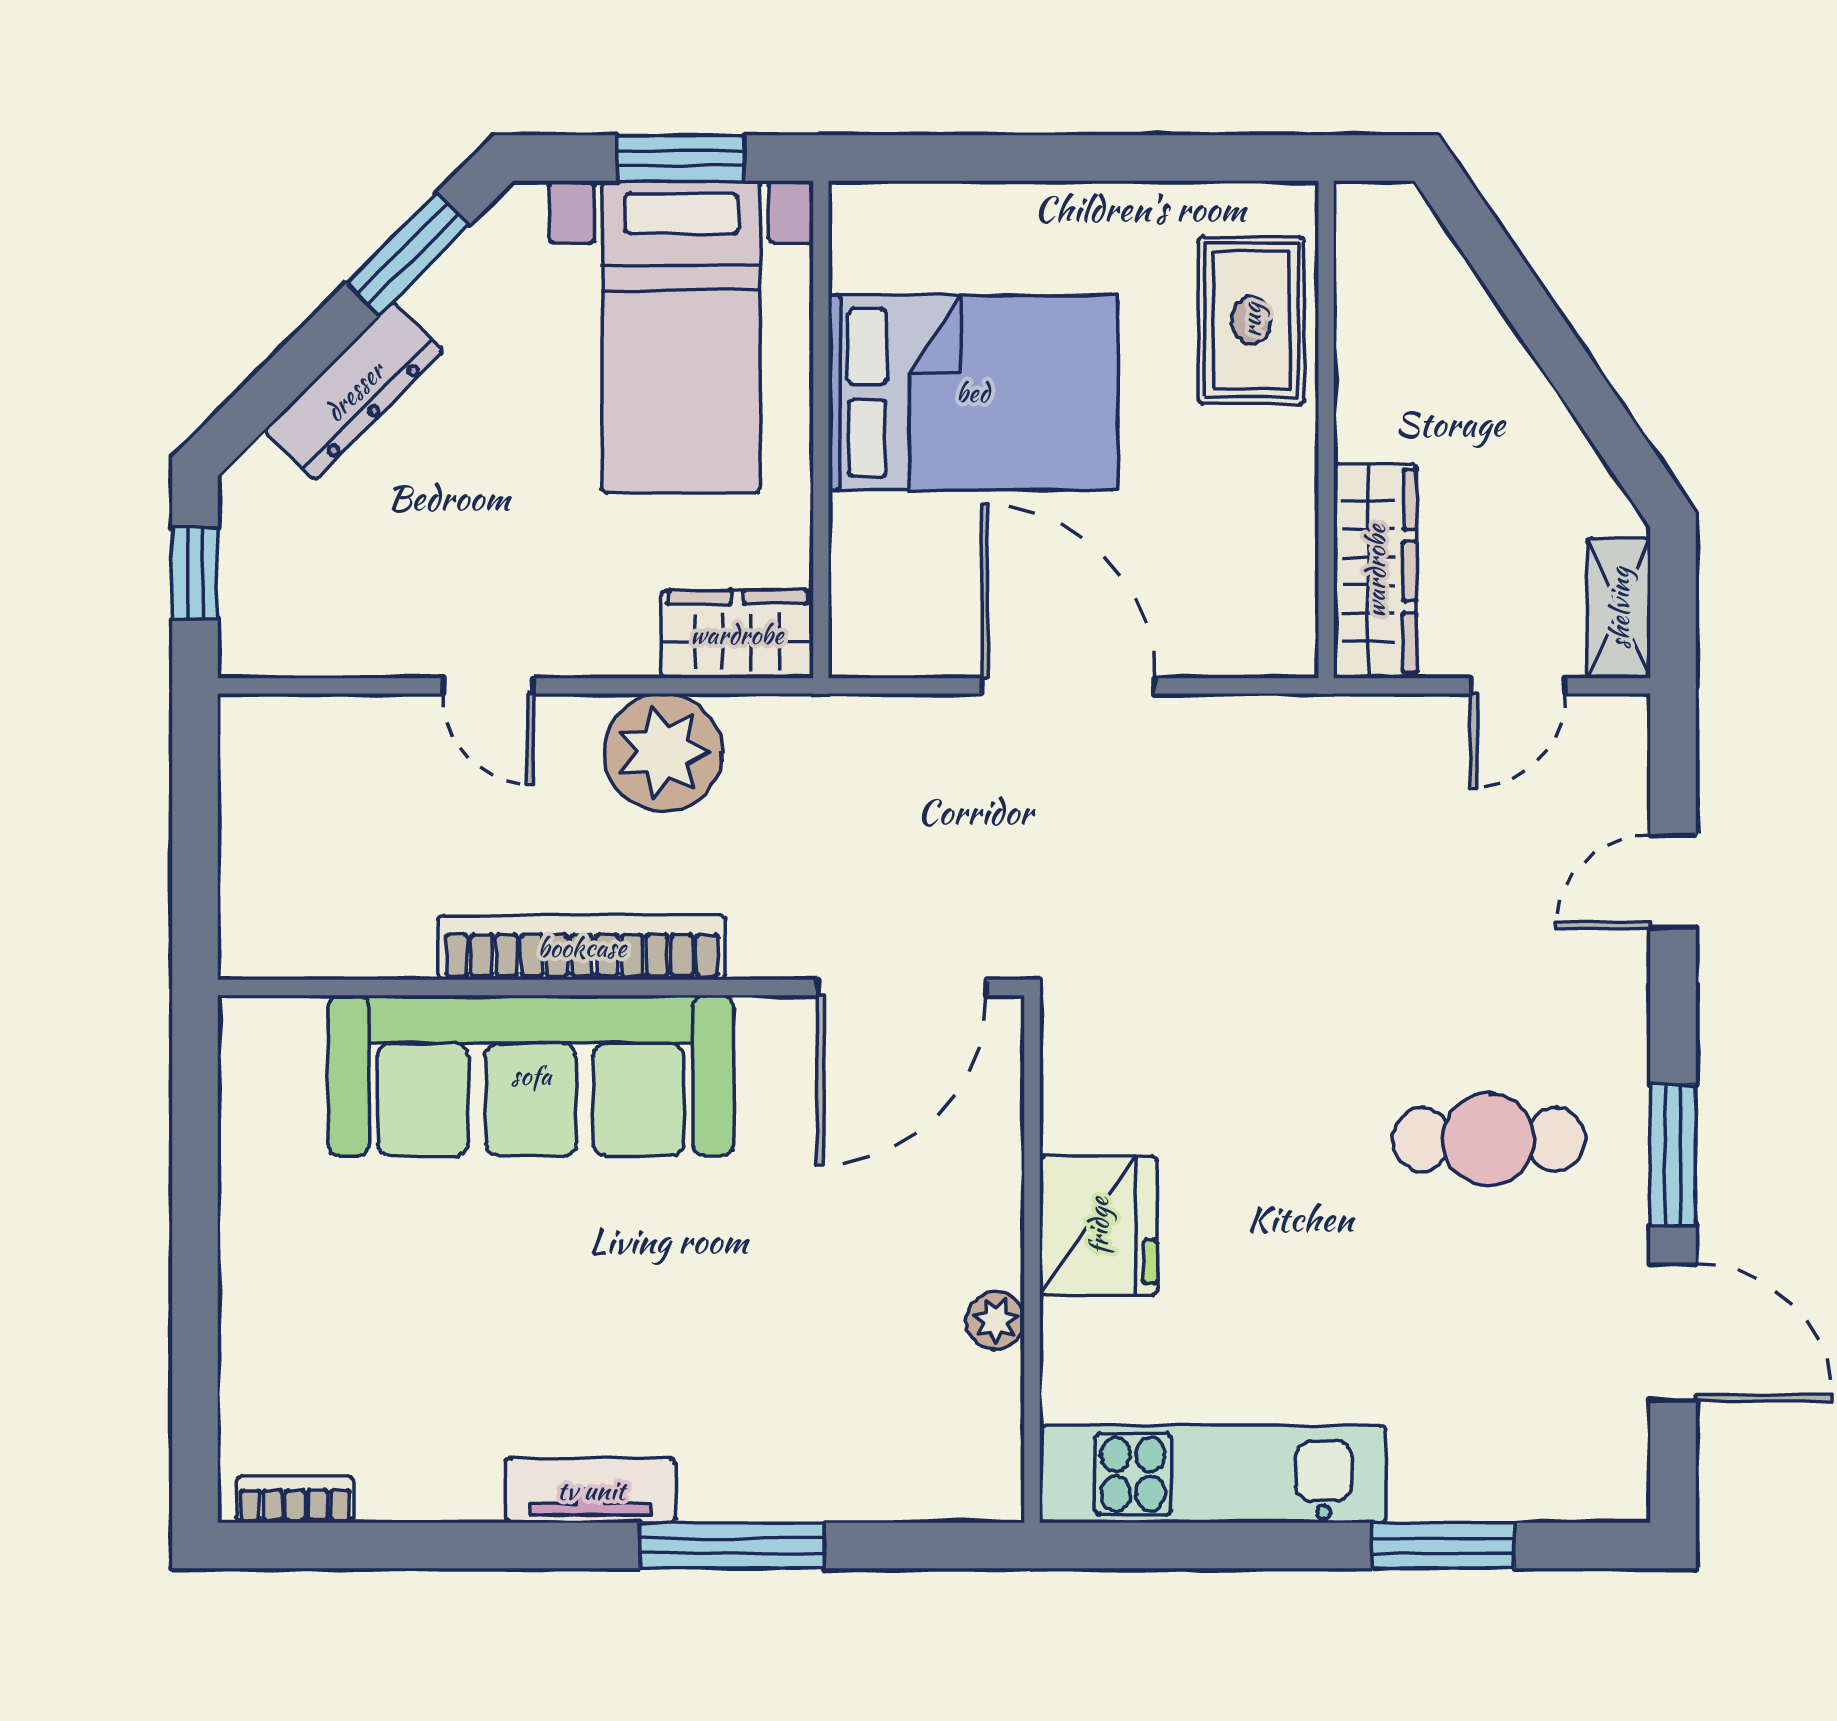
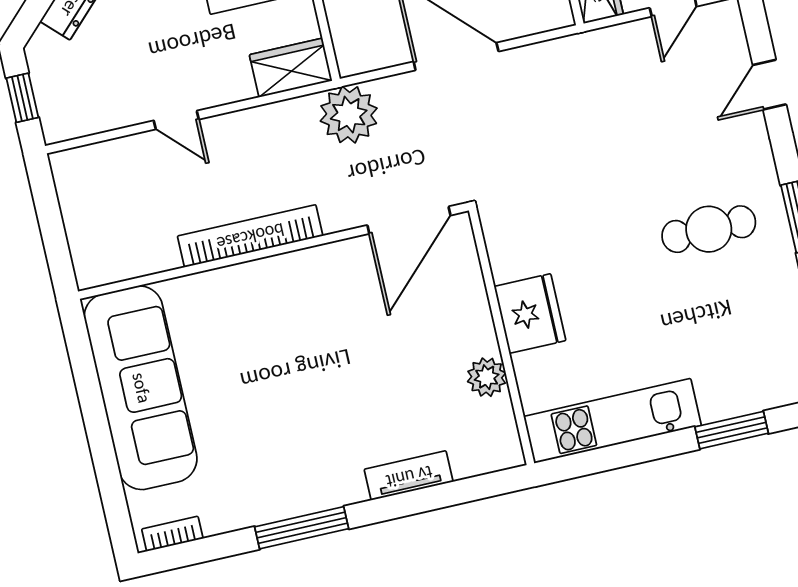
plant: (663, 753) -> (349, 115), moved
sofa: (531, 1075) -> (141, 388), moved, turned -90
plant: (995, 1321) -> (487, 377), width x1.38, depth x1.38
tv unit: (591, 1490) -> (409, 476), moved
window: (732, 1545) -> (302, 528), moved

